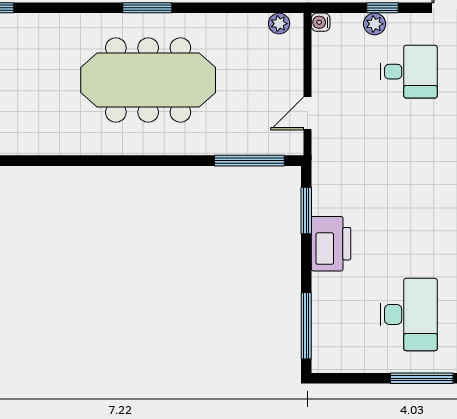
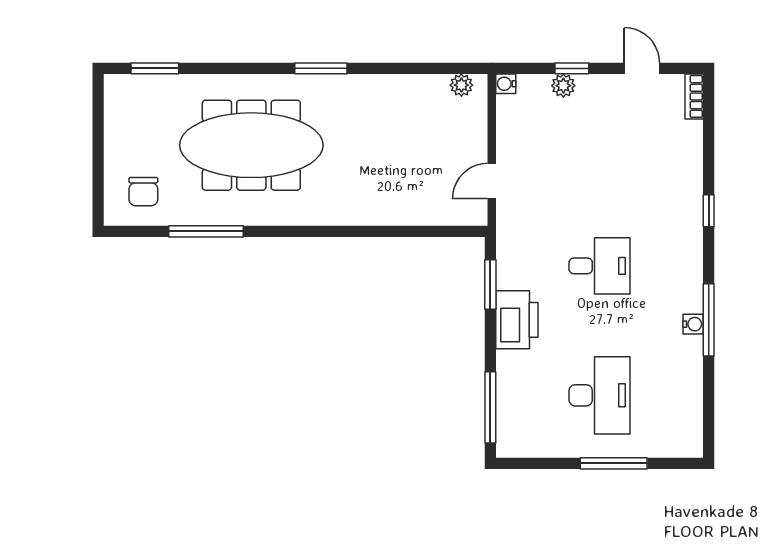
desk: (409, 72) -> (600, 266), moved
meeting table: (148, 80) -> (251, 145), moved
window: (249, 161) -> (206, 231), moved

